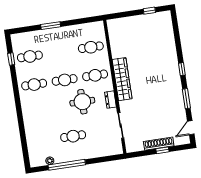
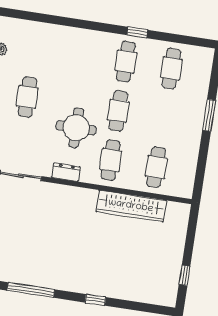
window: (11, 59) -> (137, 32), moved
window: (182, 69) -> (95, 300), moved
wardrobe: (122, 79) -> (131, 206), moved
window: (186, 99) -> (31, 290), width x1.44

